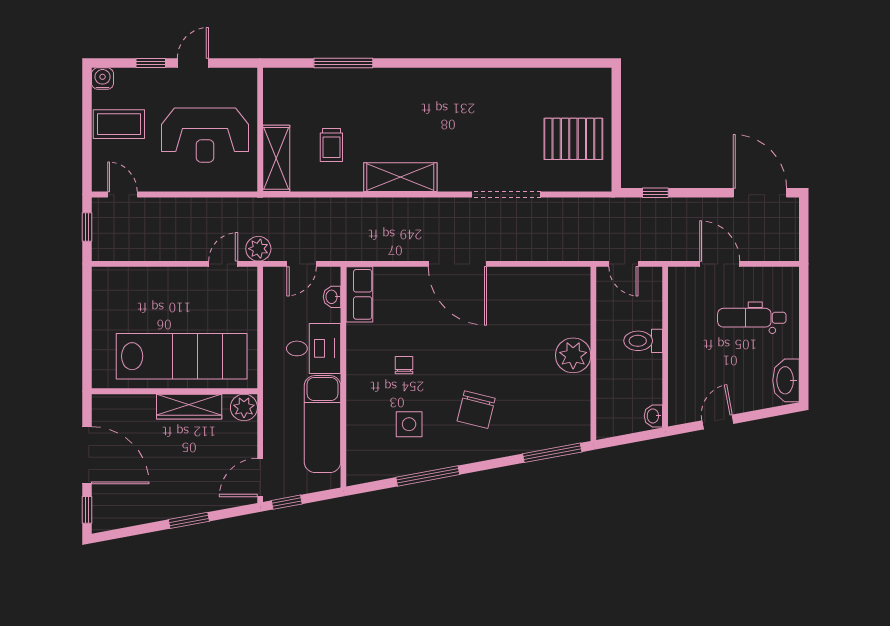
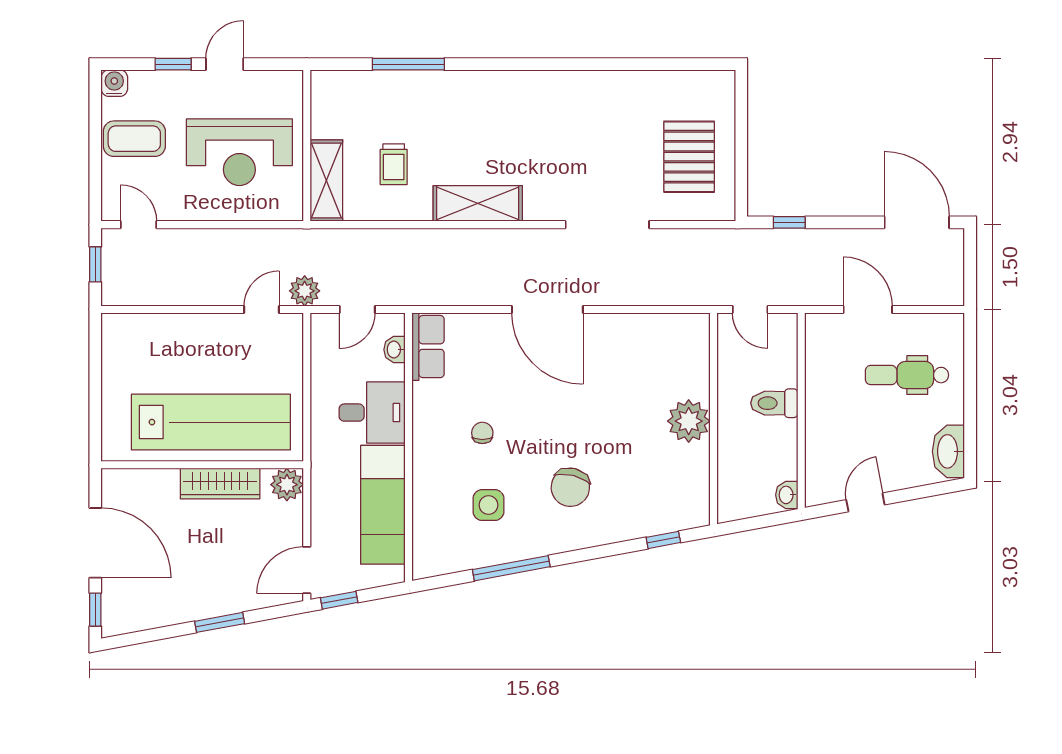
pallet: (573, 139) -> (689, 157), turned 90
window: (552, 453) -> (663, 540), width x0.46

